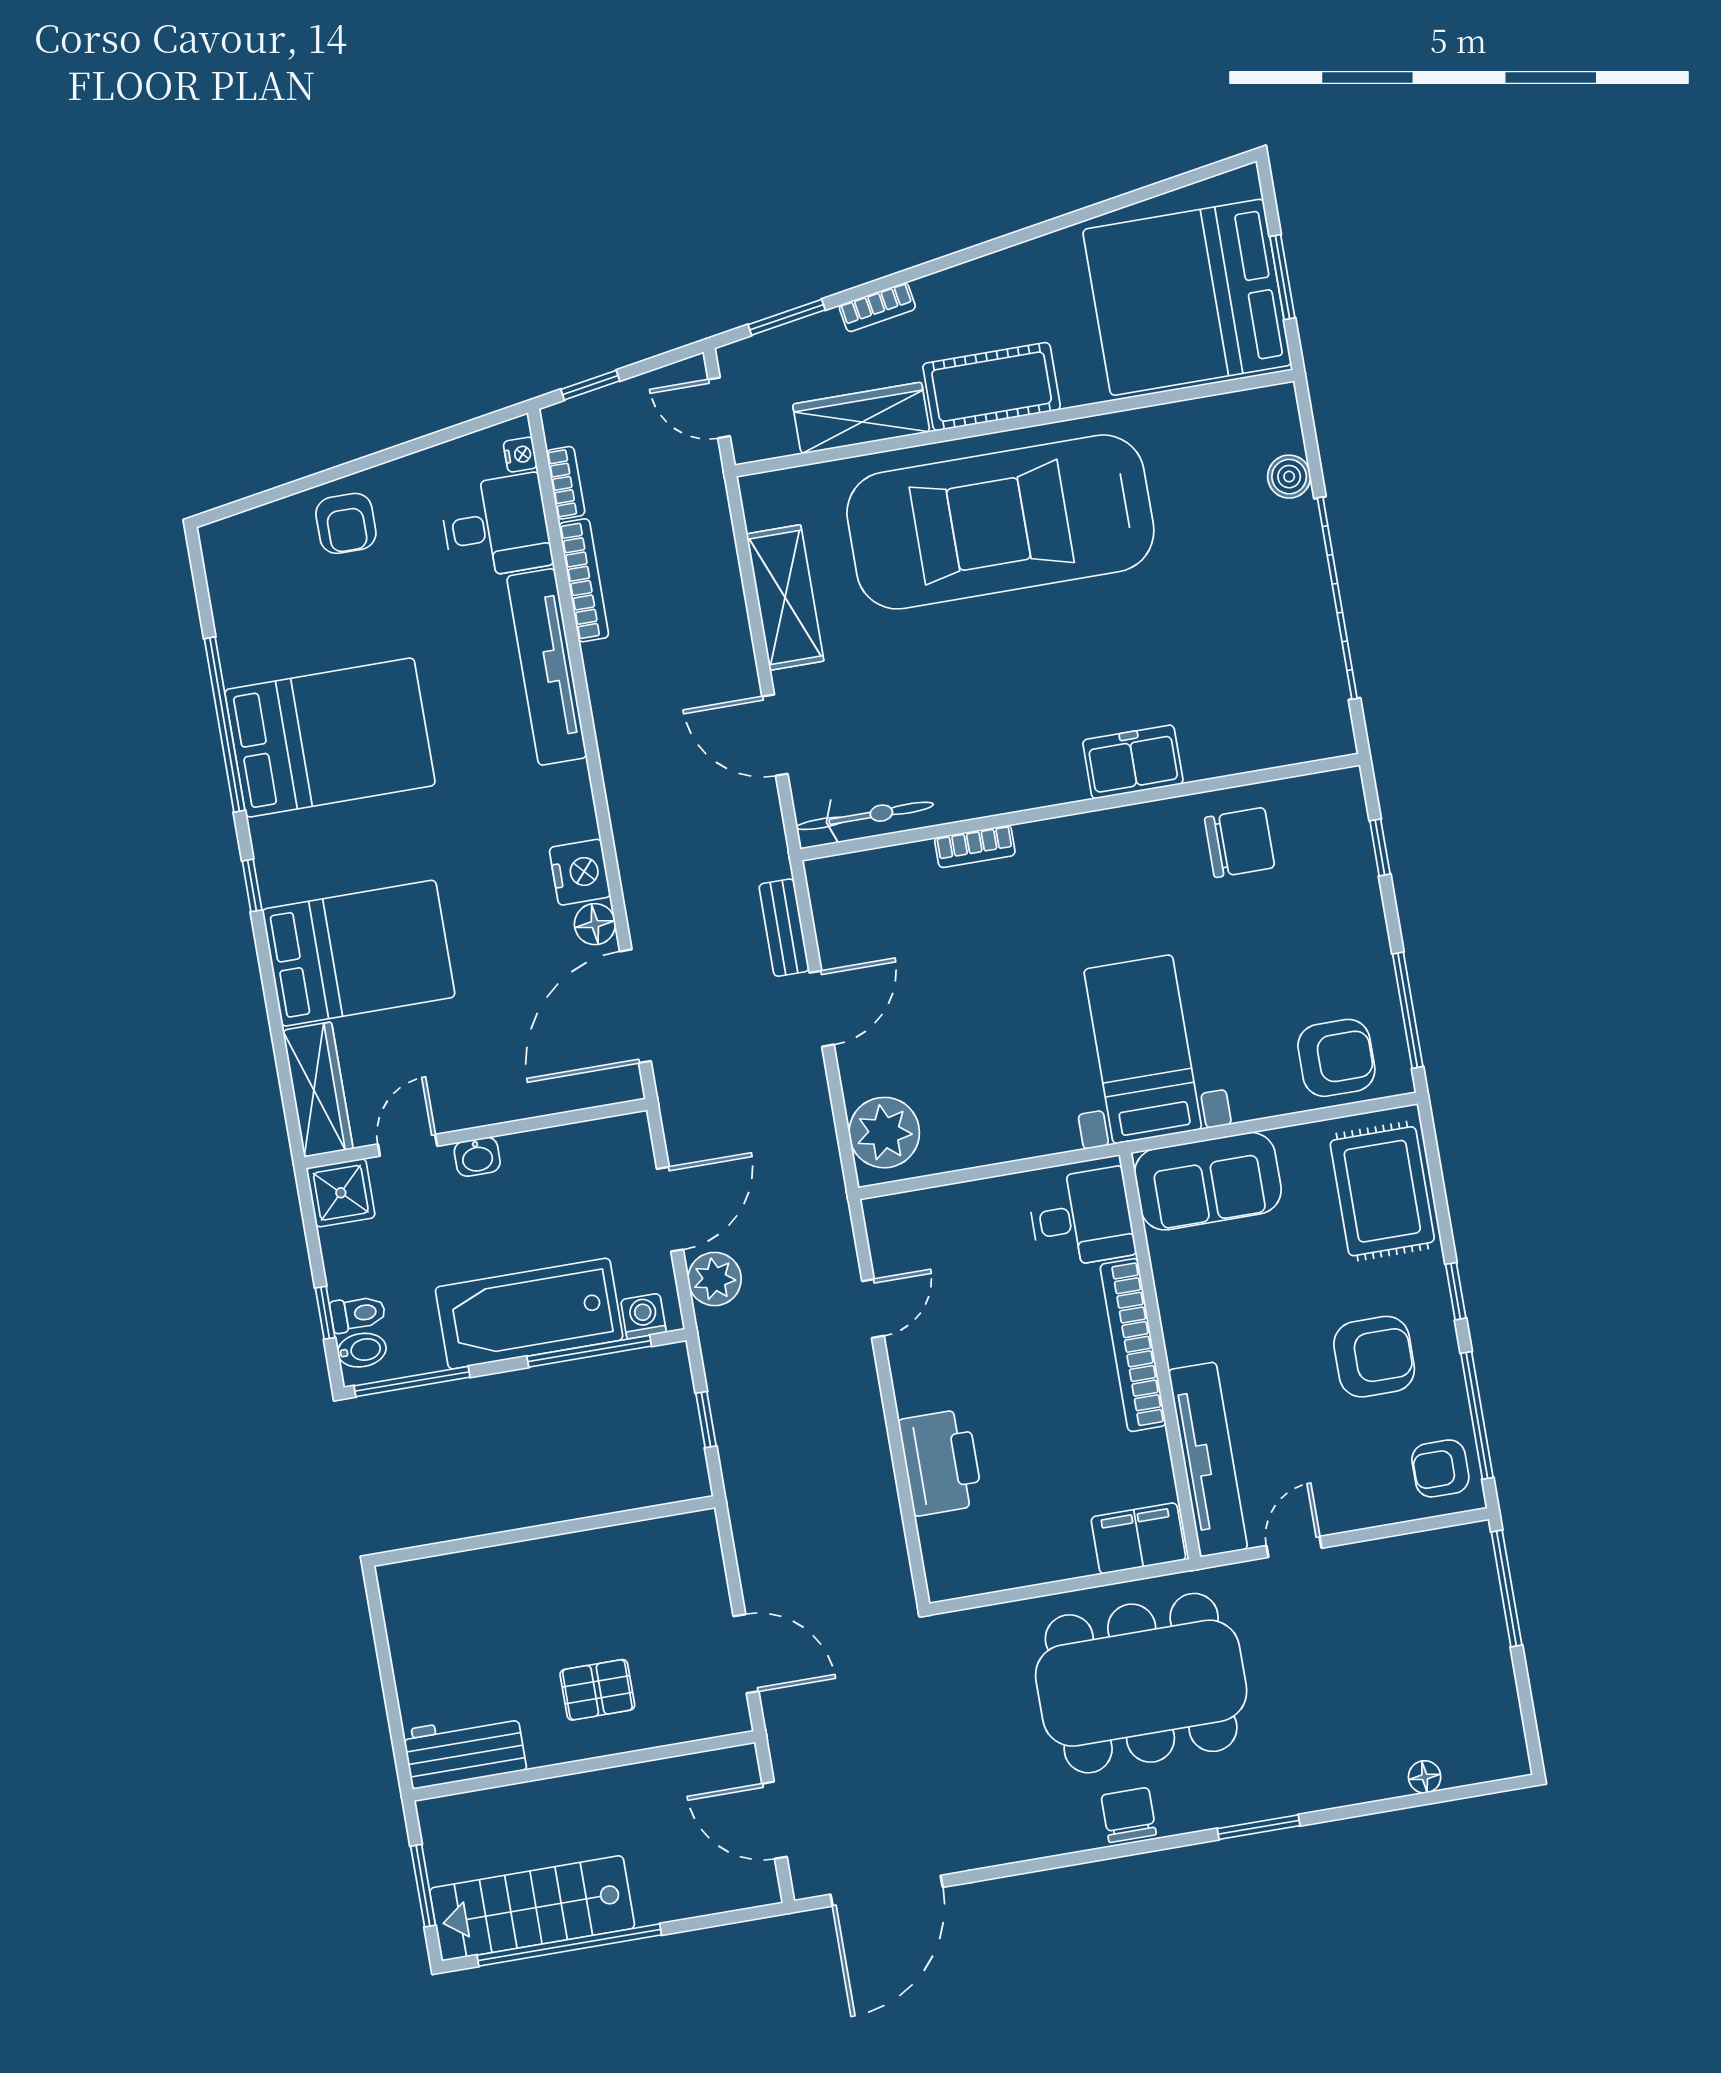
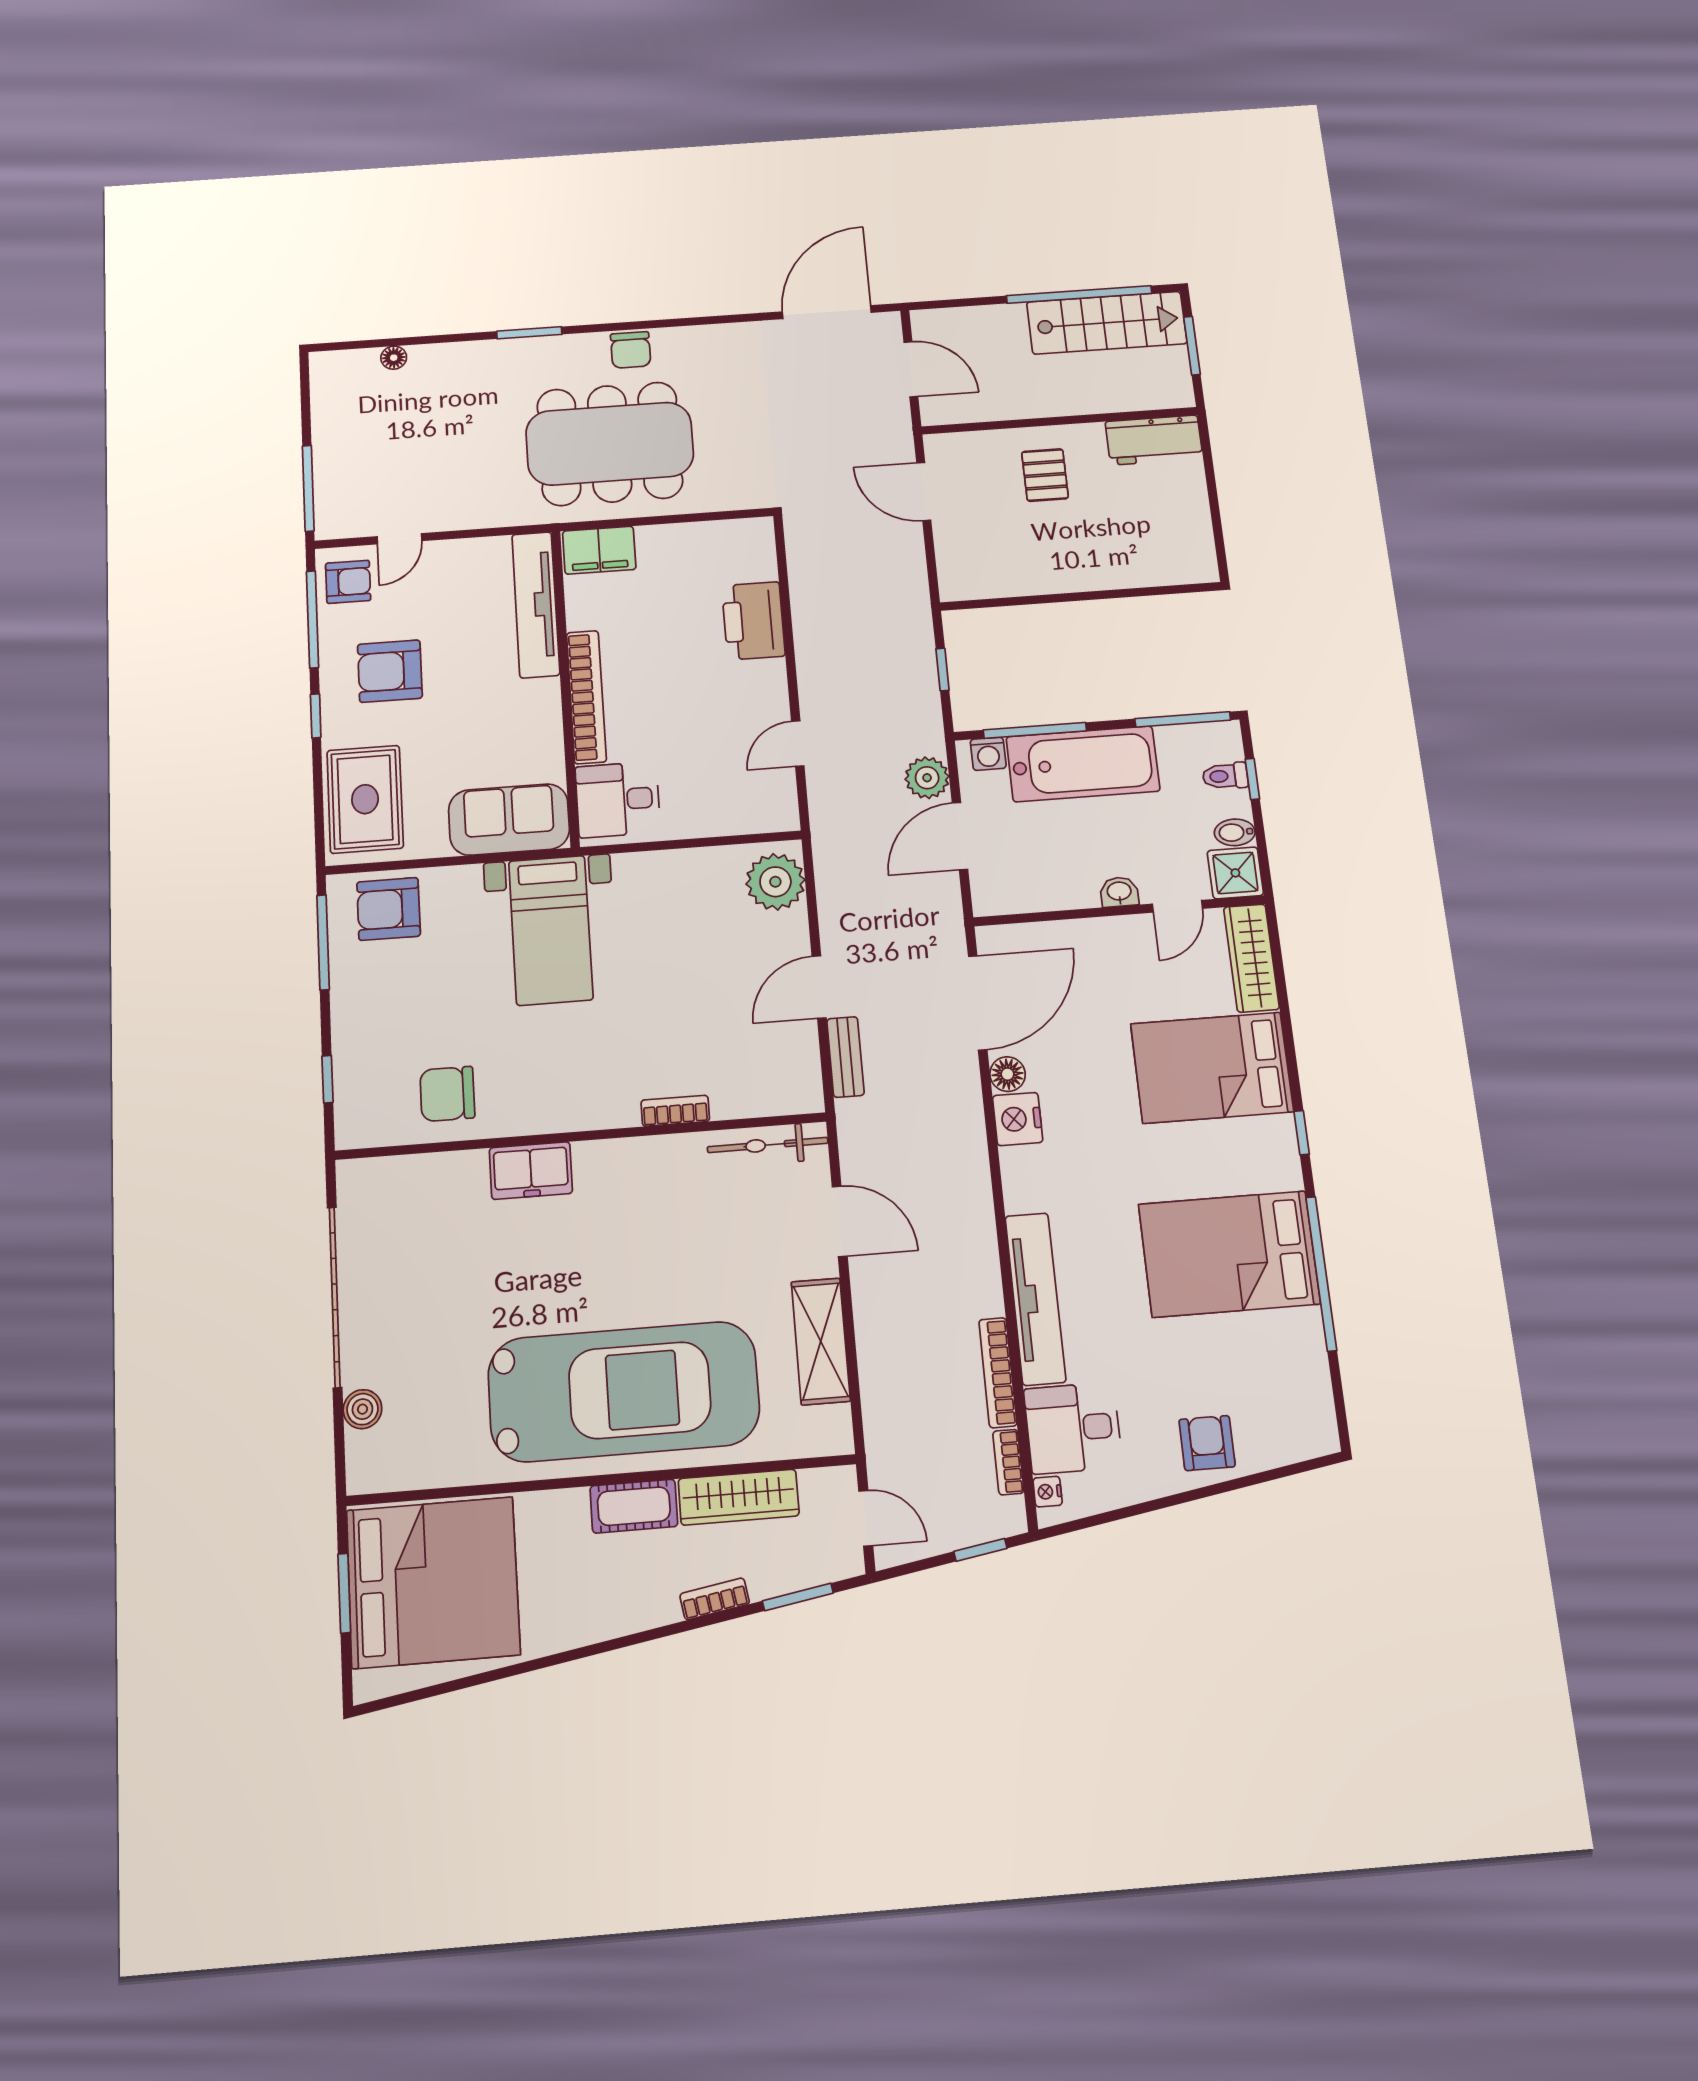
cot: (992, 387) -> (634, 1506), width x0.73, depth x0.75
bidet: (362, 1350) -> (1235, 832), moved
door: (1294, 1547) -> (399, 539), moved
pallet: (597, 1690) -> (1045, 475), turned 90

